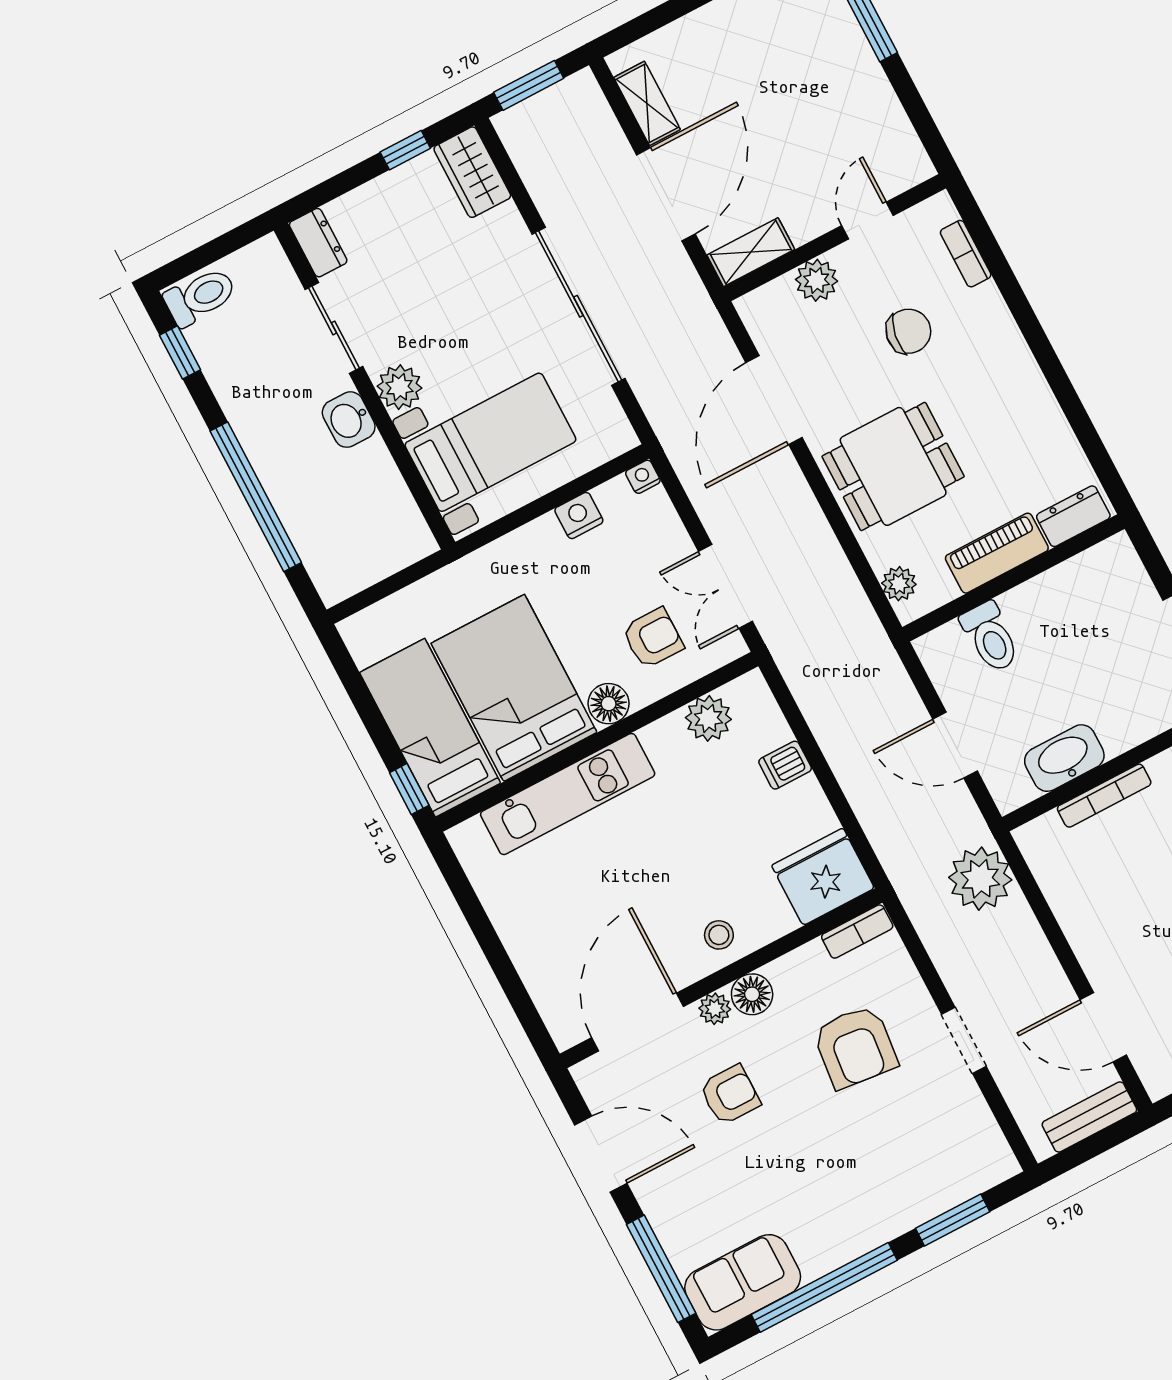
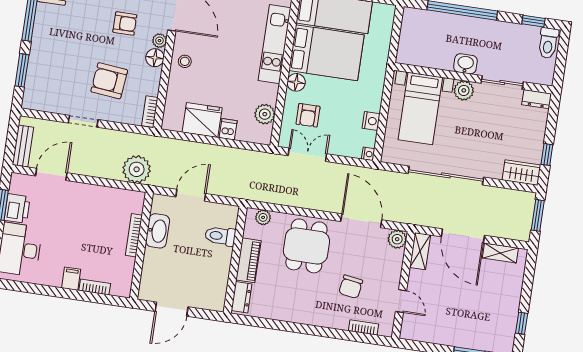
plant: (817, 280) -> (397, 239), moved
fridge: (823, 877) -> (202, 120), moved, turned -90
armchair: (730, 1095) -> (125, 23), turned -90

